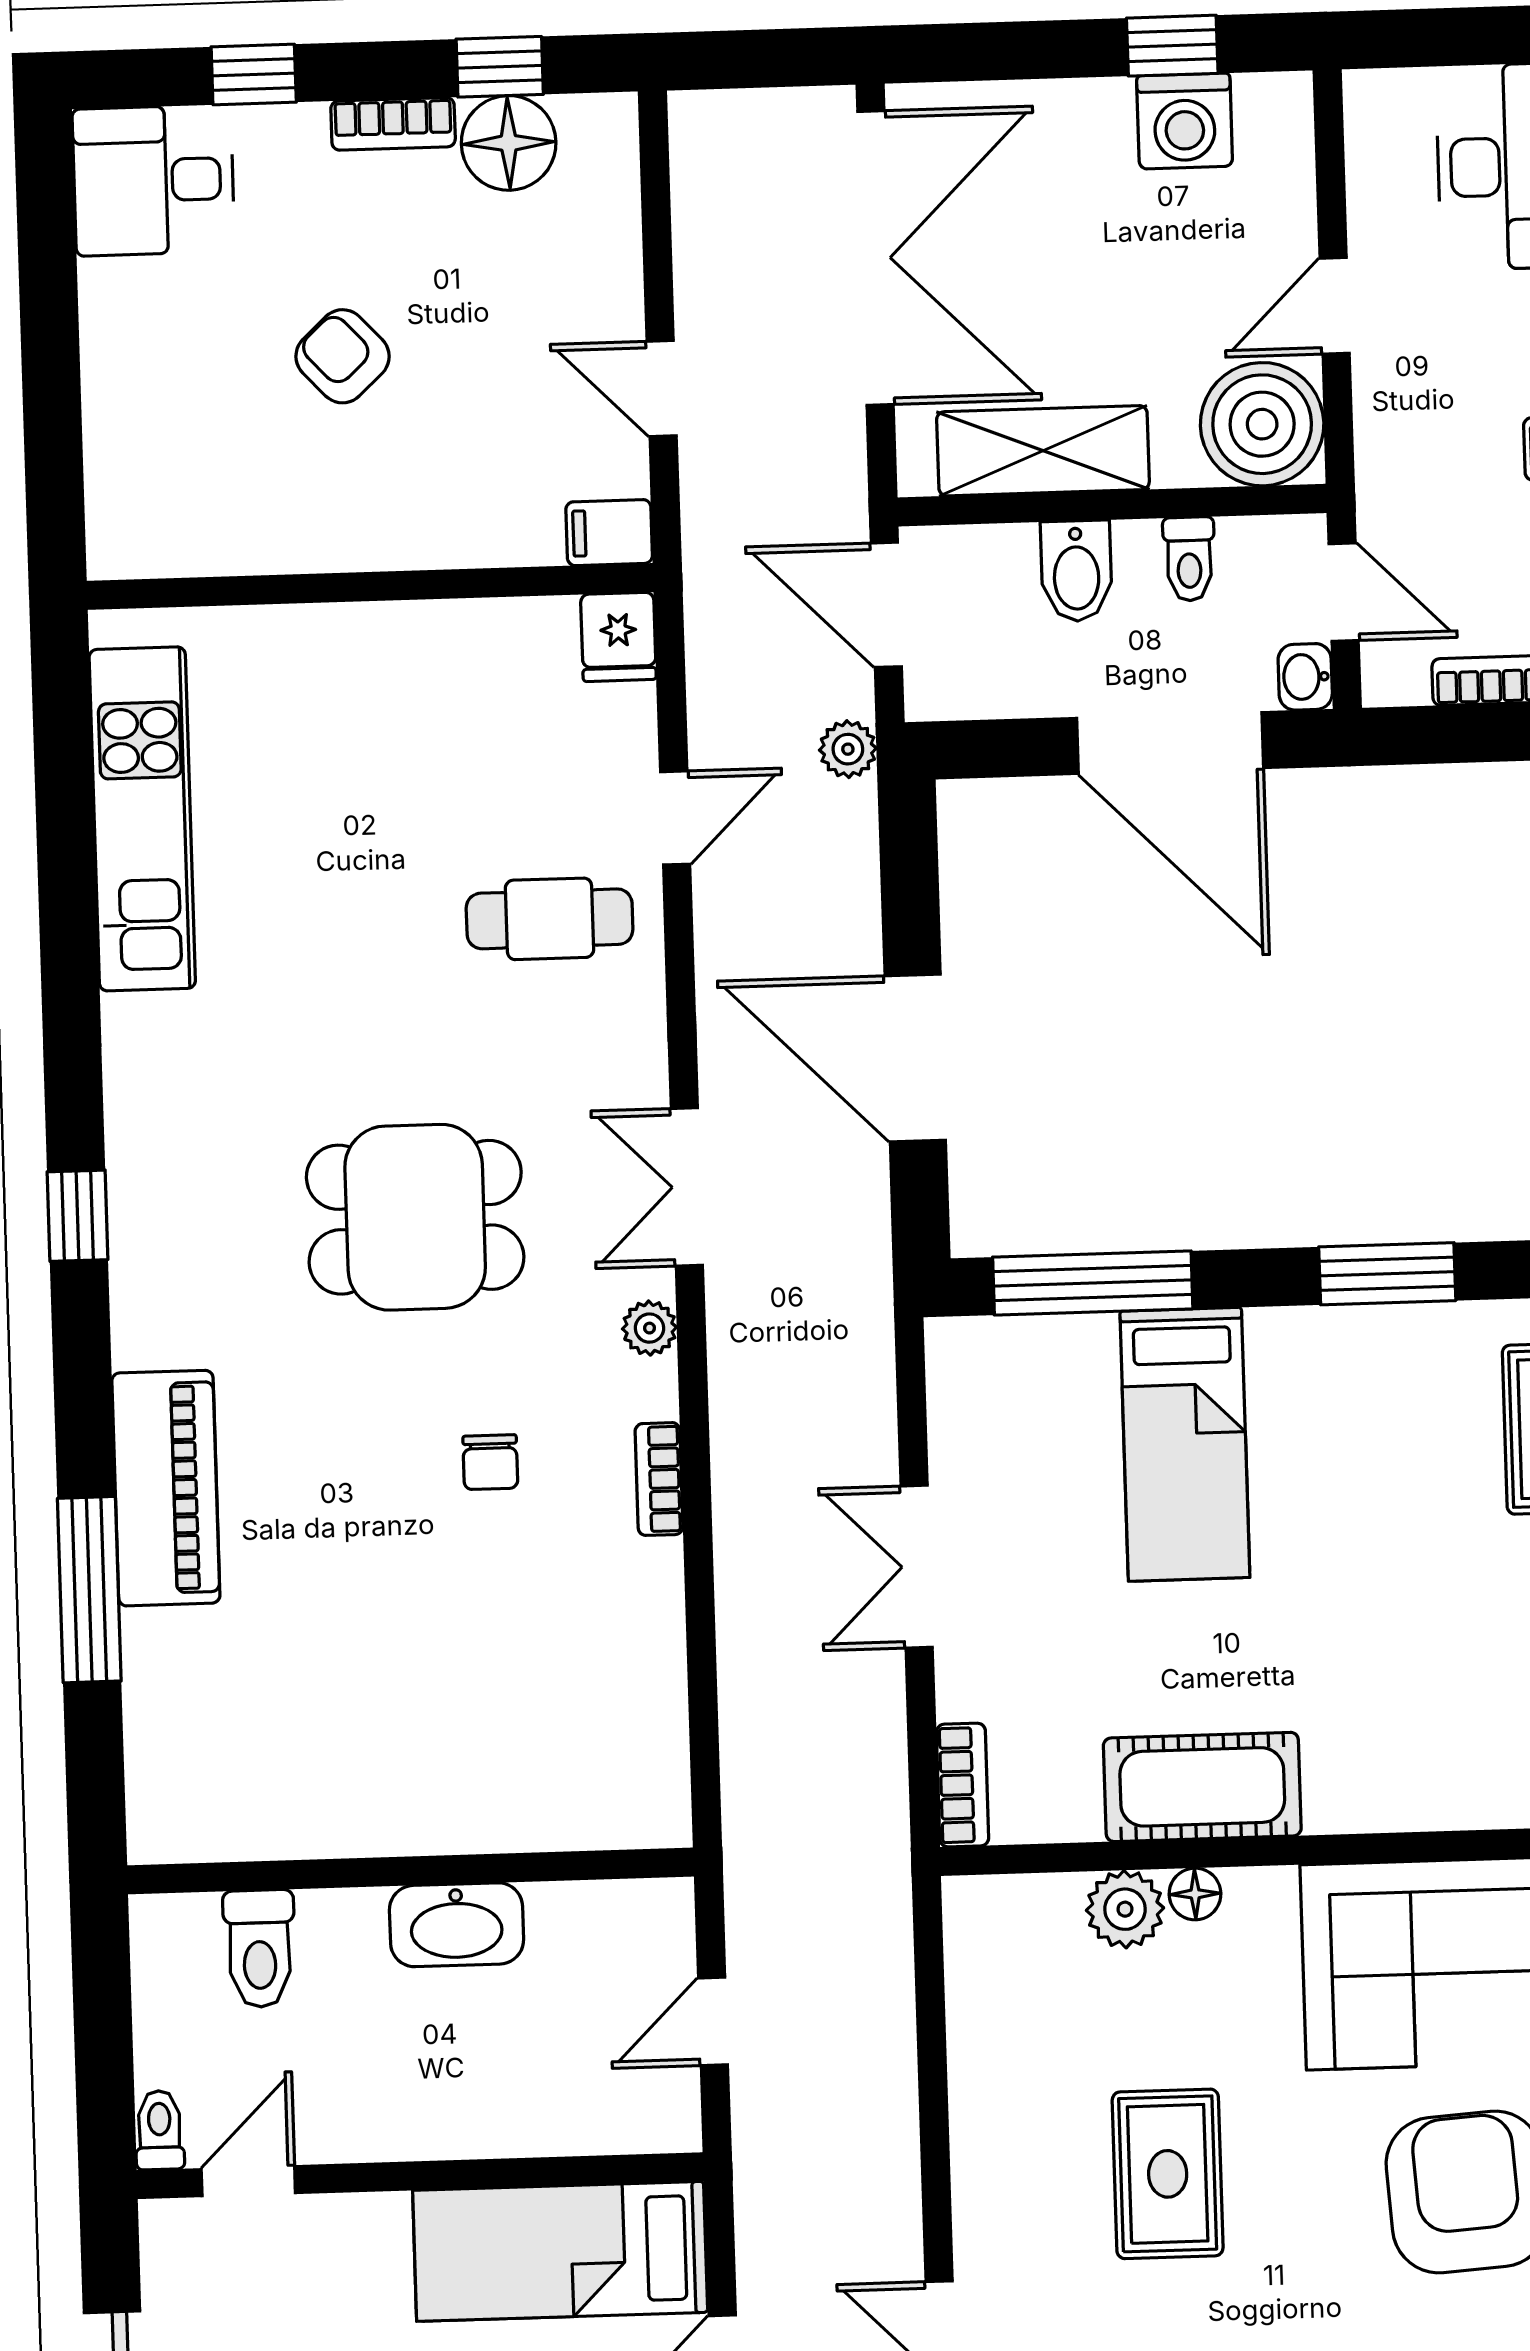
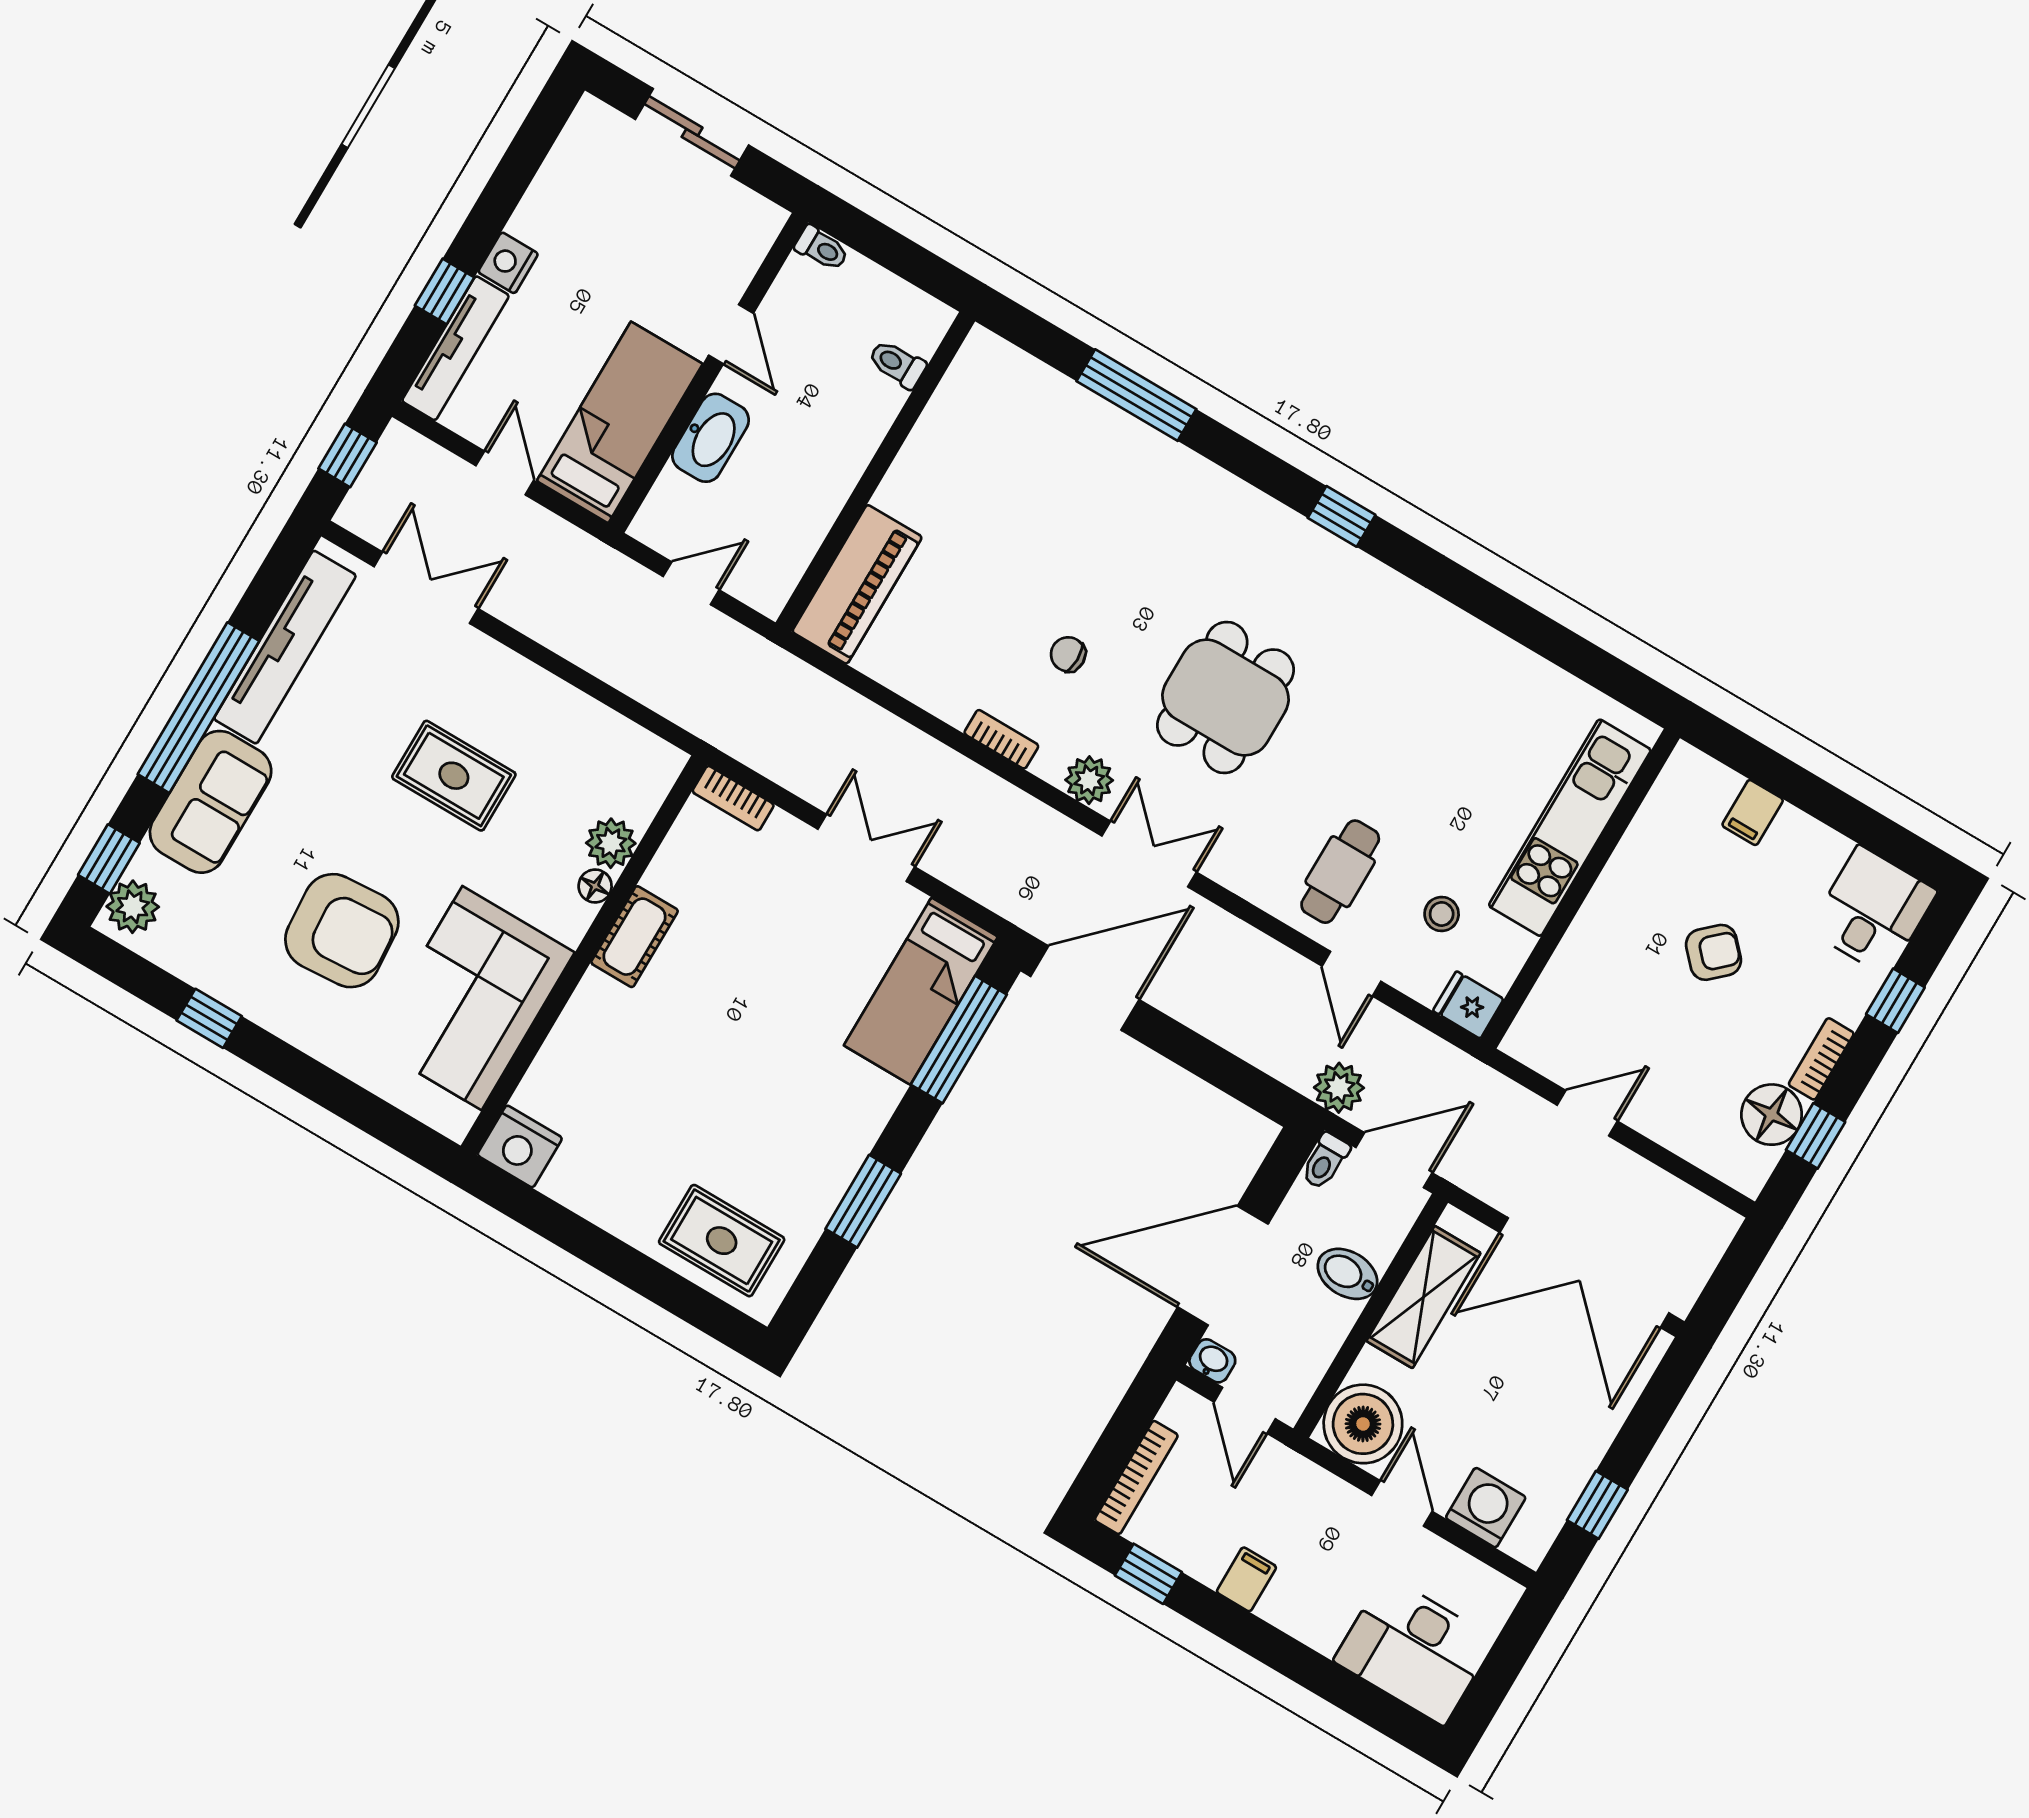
washing machine: (1185, 121) -> (1486, 1508), moved, turned 90
filing cabinet: (609, 533) -> (1753, 812), moved, turned 180
toilet: (1189, 559) -> (1325, 1161), moved, turned -90
door: (1344, 592) -> (1245, 1410), hinge flipped
stool: (520, 749) -> (1442, 914), added
plant: (848, 749) -> (1339, 1088), width x1.38, depth x1.38
kitchen unit: (142, 819) -> (1570, 828), moved, turned 90
door: (915, 1058) -> (1085, 988), moved
plant: (649, 1328) -> (1089, 780), width x1.38, depth x1.38
bed: (1185, 1444) -> (921, 991), moved, turned -90
piano: (166, 1488) -> (857, 584), moved, turned -90
cot: (1202, 1787) -> (635, 937), width x0.73, depth x0.75
washbasin: (457, 1925) -> (711, 438), moved, turned 180
toilet: (260, 1949) -> (897, 364), width x0.73, depth x0.72
door: (713, 2021) -> (691, 583), hinge flipped
door: (248, 2181) -> (731, 334), moved

